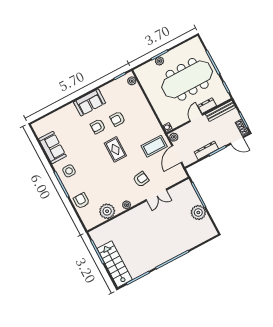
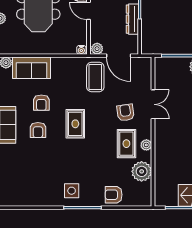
sofa: (53, 148) -> (31, 68), moved, turned 180
rug: (115, 149) -> (75, 124), turned 90
rug: (120, 191) -> (126, 144), added

